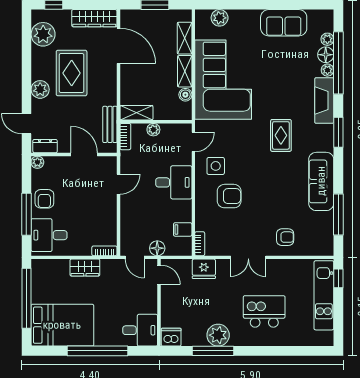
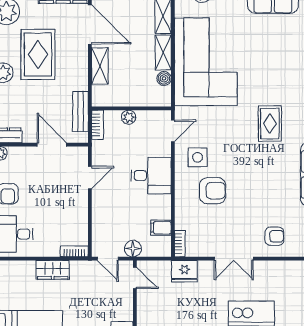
shelving: (136, 113) -> (100, 66), moved, turned 90

